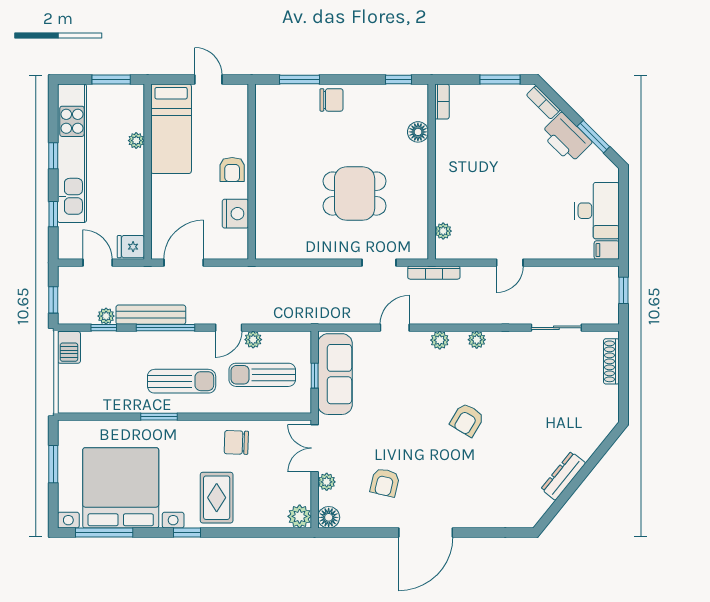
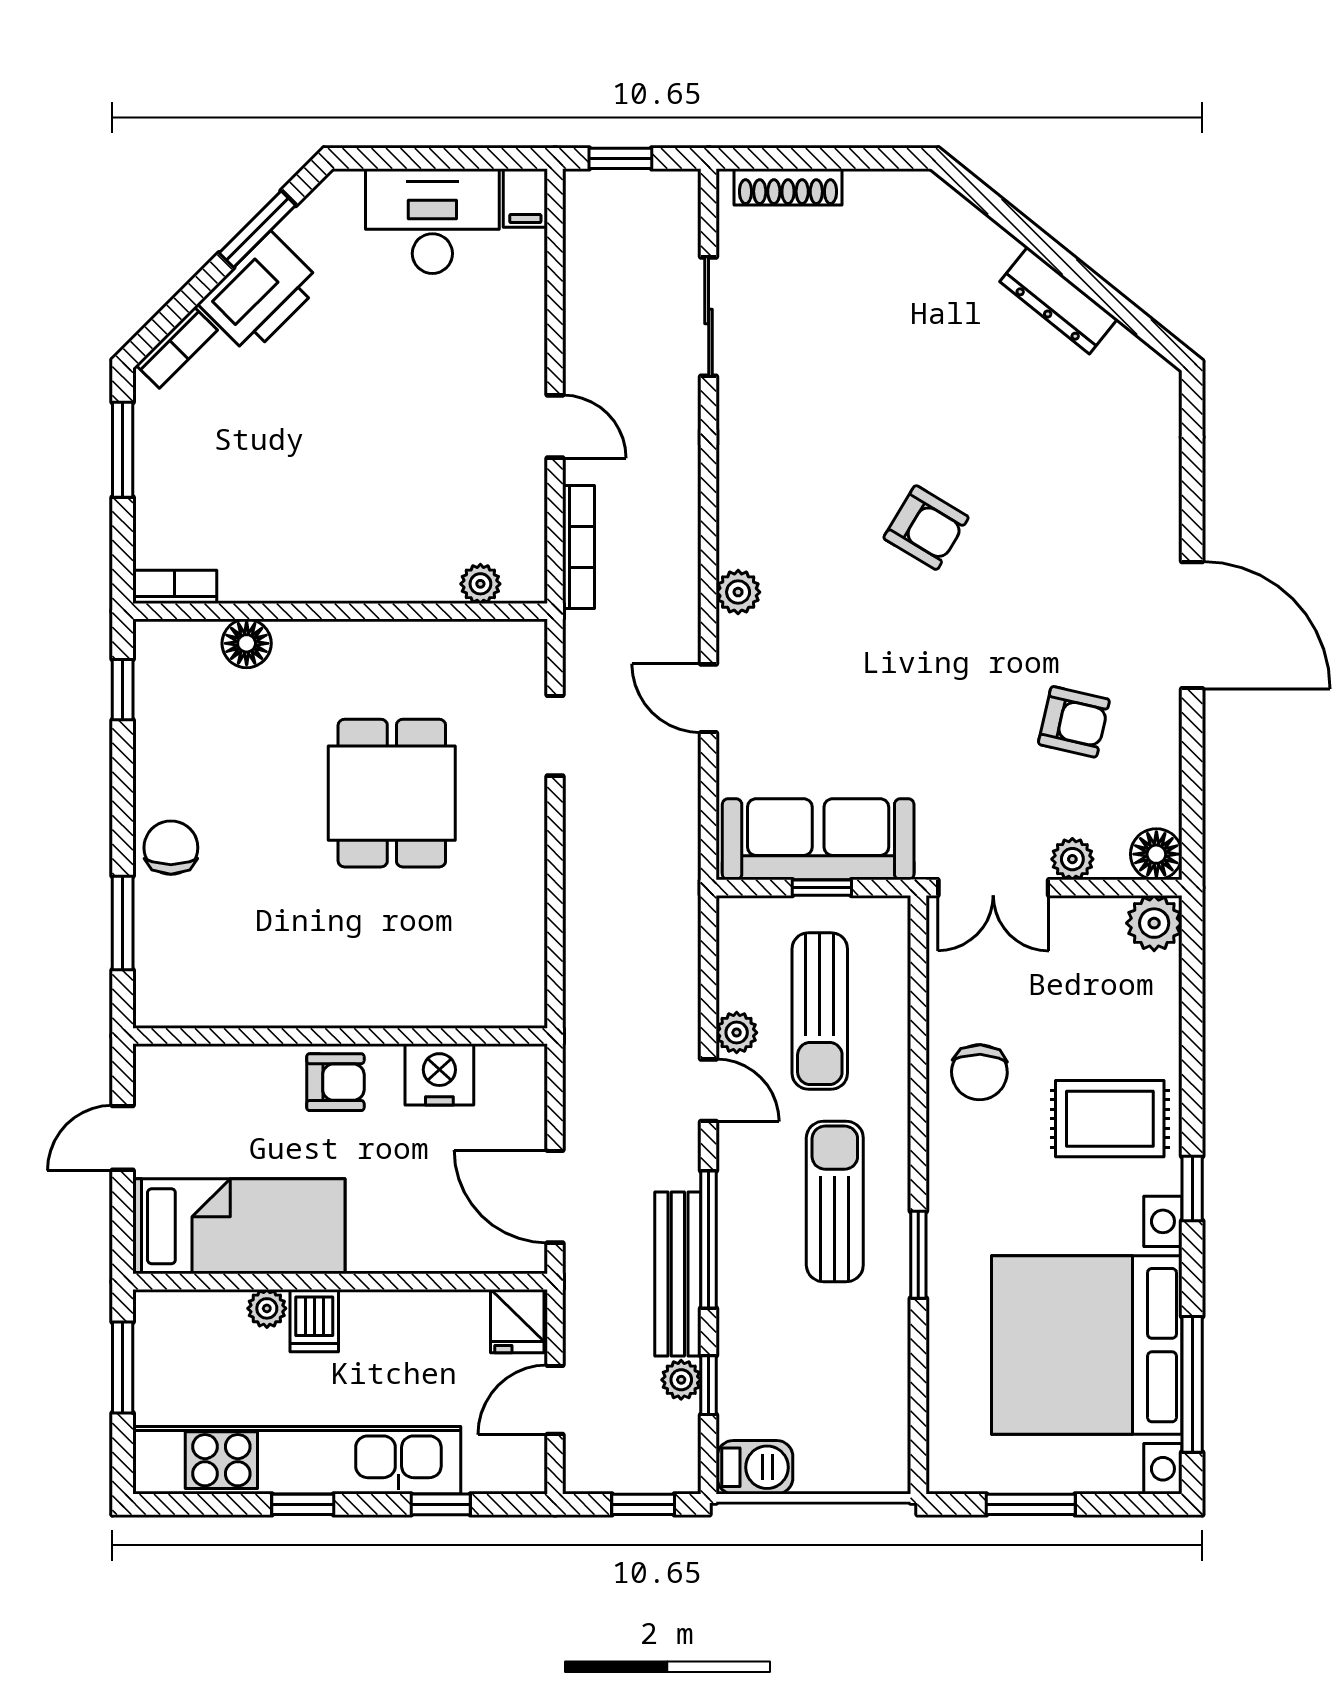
dishwasher: (131, 161) -> (314, 1321), added
bookcase: (434, 273) -> (578, 547), moved
plant: (477, 340) -> (737, 505), removed

